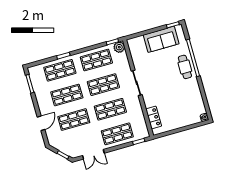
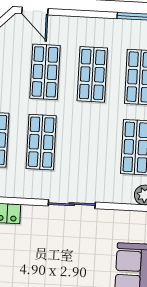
shop shelf: (103, 85) -> (88, 145), removed
door: (41, 123) -> (35, 11), moved

